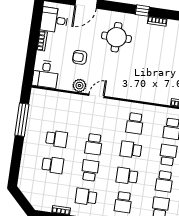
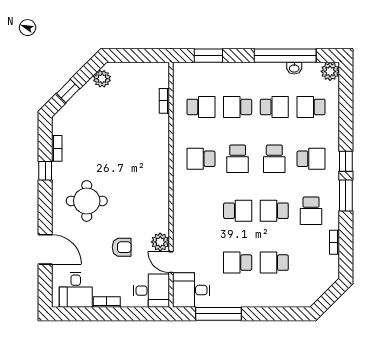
armchair: (80, 57) -> (122, 247), turned -90
door: (96, 96) -> (171, 262), moved
desk: (42, 103) -> (191, 290), added
school desk: (135, 123) -> (201, 159), turned 180
school desk: (57, 139) -> (238, 263), turned -90
school desk: (53, 165) -> (274, 263), turned -90

